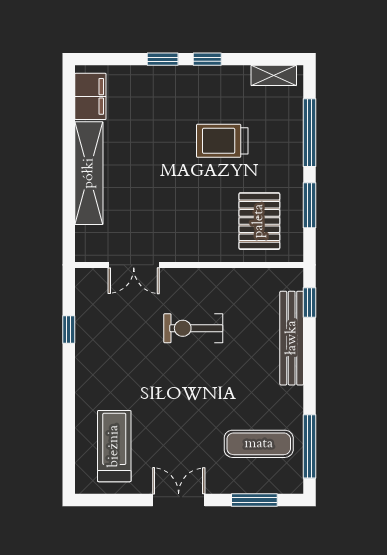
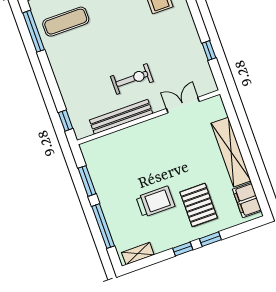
pallet: (259, 221) -> (199, 205), moved
bench: (292, 338) -> (121, 117), moved, turned 90

